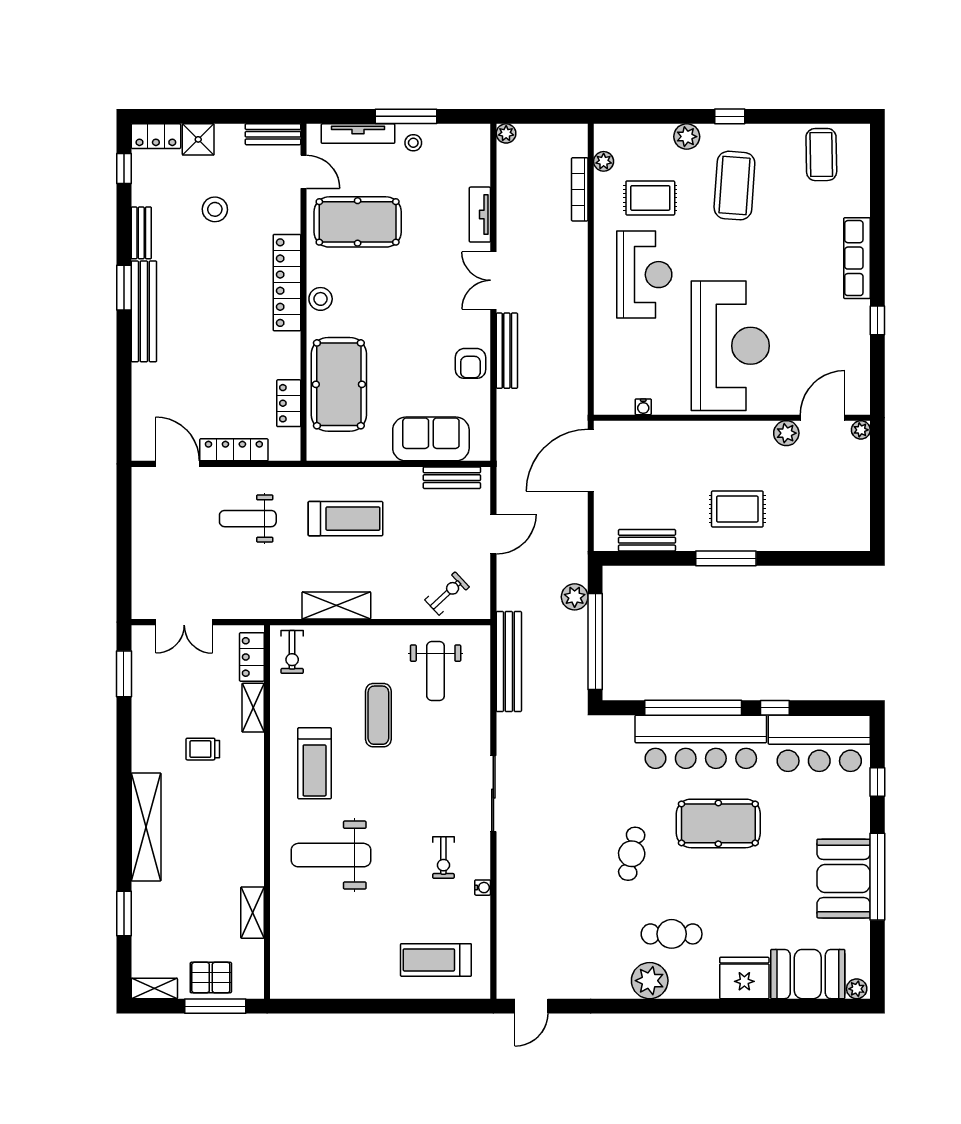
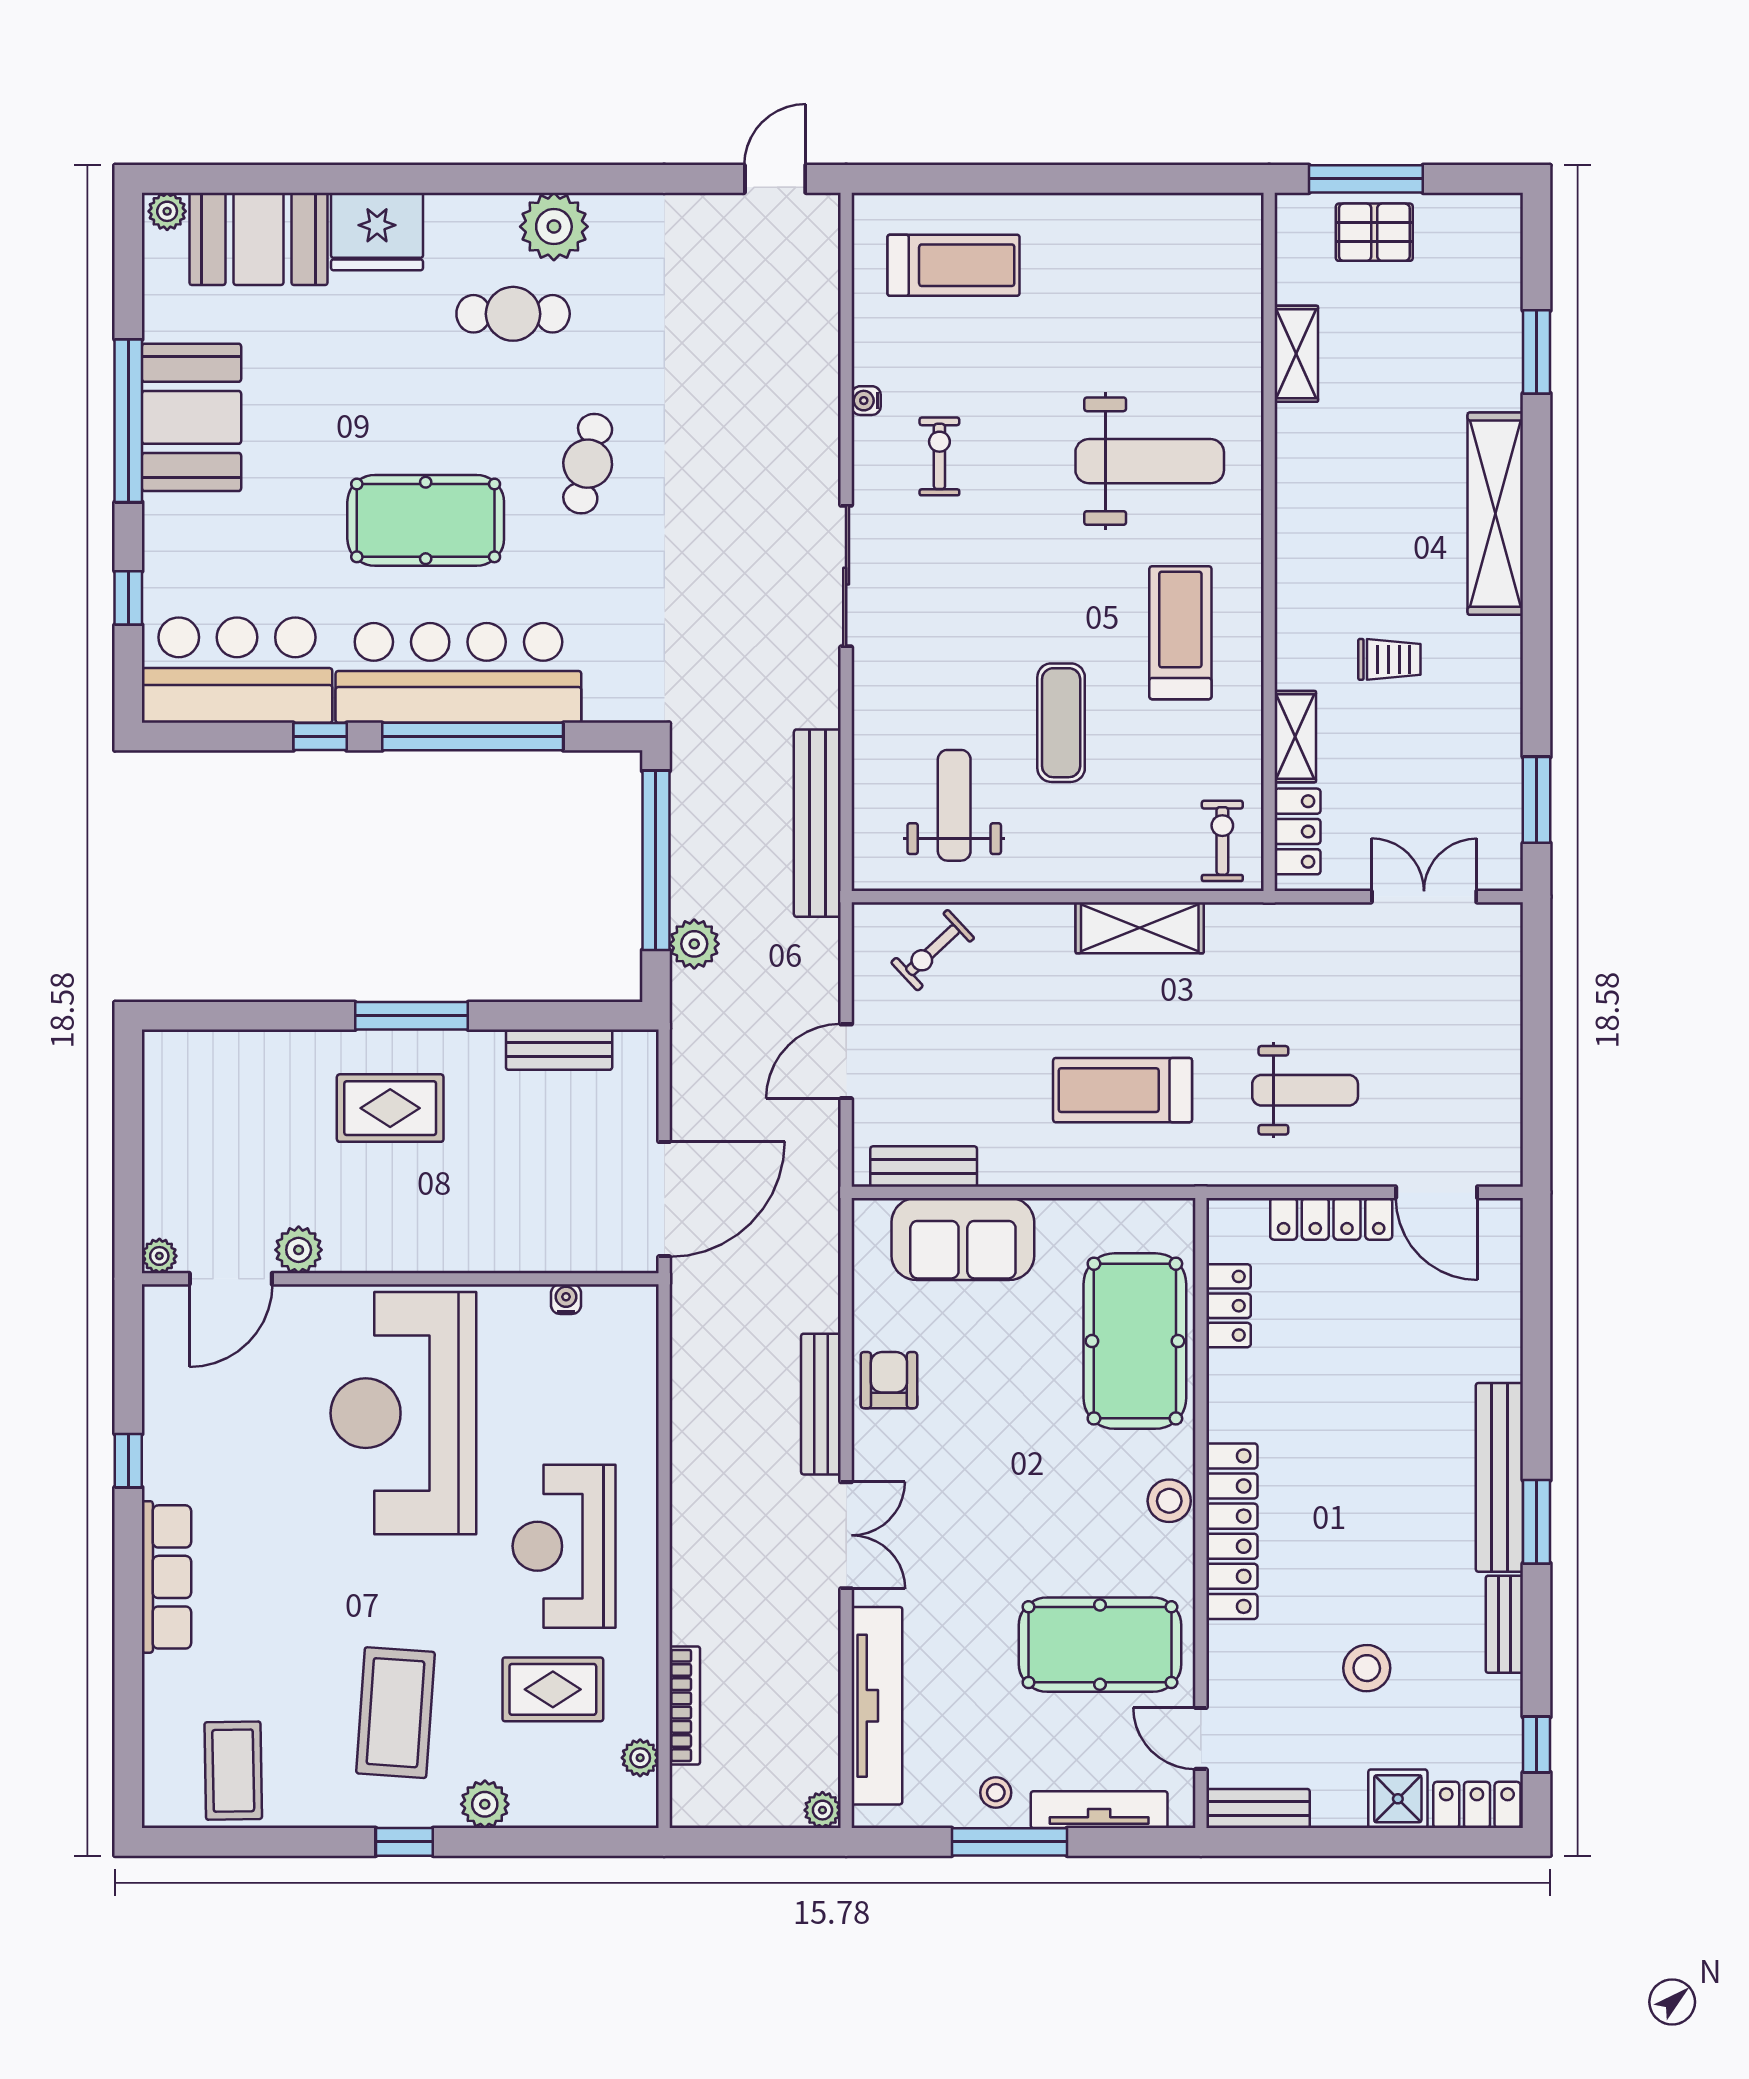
tv unit: (480, 215) -> (877, 1706), width x1.92, depth x1.29
shelving: (154, 988) -> (1480, 212), removed

